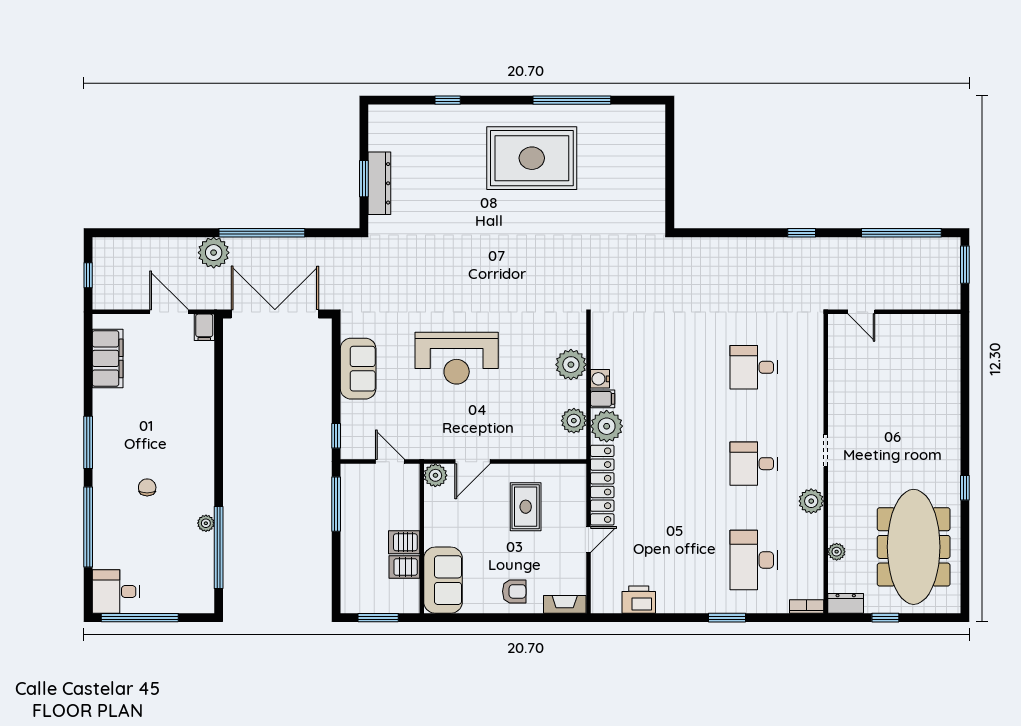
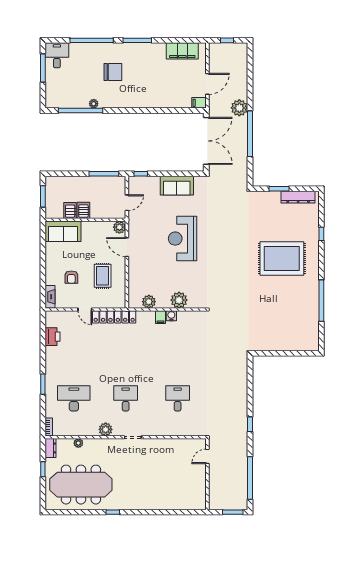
rug: (532, 158) -> (282, 259), moved, turned 90
dresser: (379, 183) -> (298, 197), moved
plant: (607, 426) -> (146, 319), removed
chair: (147, 487) -> (113, 72), width x1.87, depth x1.87
rug: (526, 507) -> (103, 276), turned 90
armchair: (514, 591) -> (71, 277), moved
window: (140, 618) -> (43, 68), width x0.68

